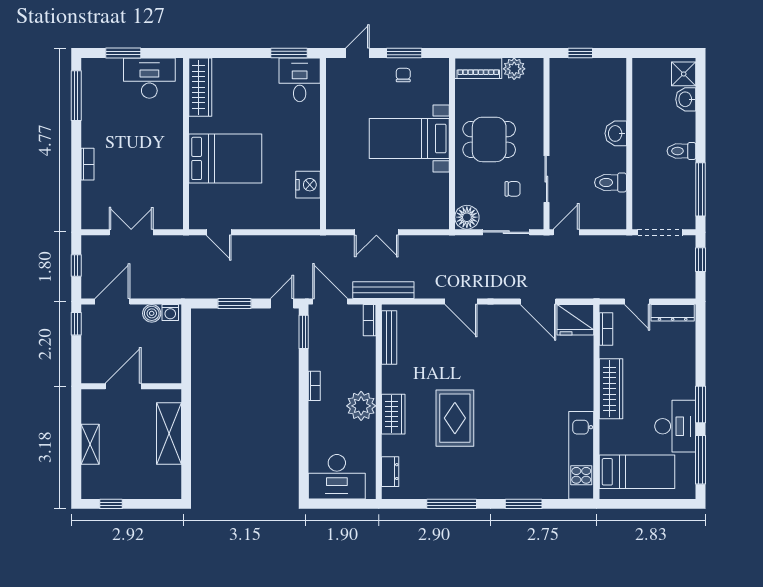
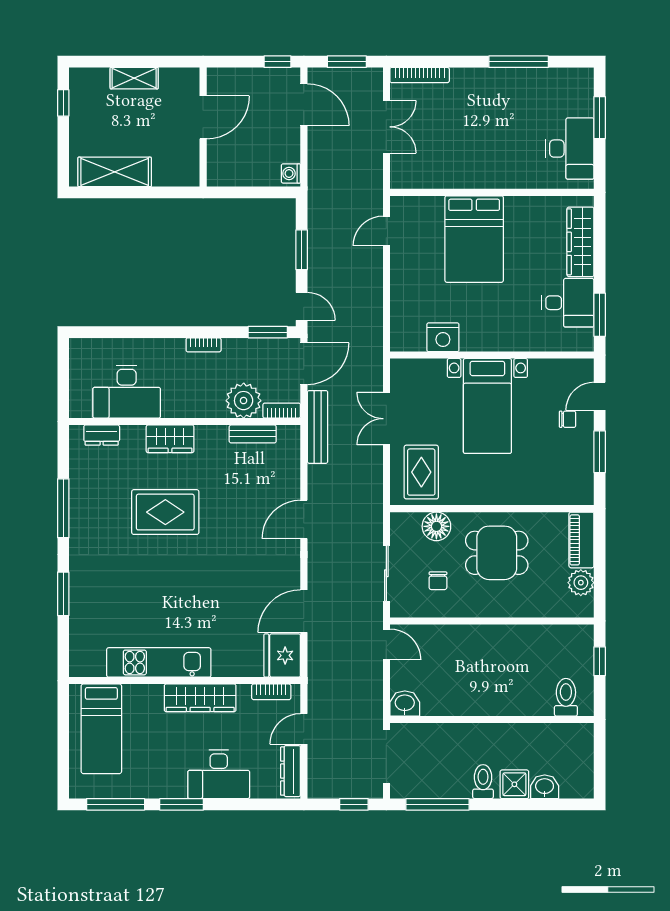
door: (357, 53) -> (600, 396), swing flipped
shower: (684, 74) -> (514, 784), moved
chair: (403, 75) -> (568, 419), moved
desk: (300, 80) -> (568, 303), moved
wardrobe: (200, 87) -> (580, 242), moved, turned 90
window: (76, 96) -> (519, 62), moved
washbasin: (616, 133) -> (405, 703), moved
bed with nightstands: (409, 138) -> (487, 406), moved, turned 180
dining table: (489, 139) -> (497, 553), turned 90
bookcase: (87, 164) -> (420, 75), moved, width x1.56
sliding door: (546, 179) -> (450, 621), removed
toilet: (611, 182) -> (566, 697), moved
rug: (421, 203) -> (421, 472), added
floor lamp: (467, 217) -> (436, 526), moved
window: (76, 265) -> (347, 62), width x1.50
boiler: (152, 313) -> (290, 151), removed
bench: (389, 337) -> (253, 434), width x0.73
door: (123, 386) -> (203, 117), hinge flipped
plant: (361, 406) -> (244, 401), moved
desk: (675, 426) -> (219, 774), moved
shelving: (169, 434) -> (115, 172), moved
kitchen unit: (581, 455) -> (159, 662), moved
desk: (337, 477) -> (127, 392), moved, turned -90

